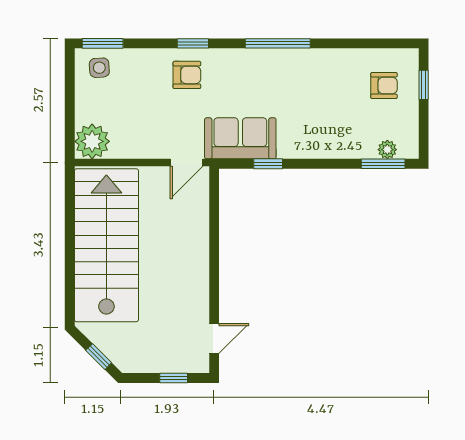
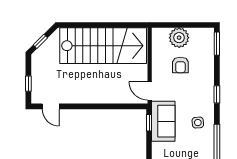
side table: (99, 68) -> (198, 123), moved
armchair: (187, 75) -> (180, 65), moved
plant: (92, 141) -> (179, 38), moved
window: (268, 164) -> (149, 123), moved

